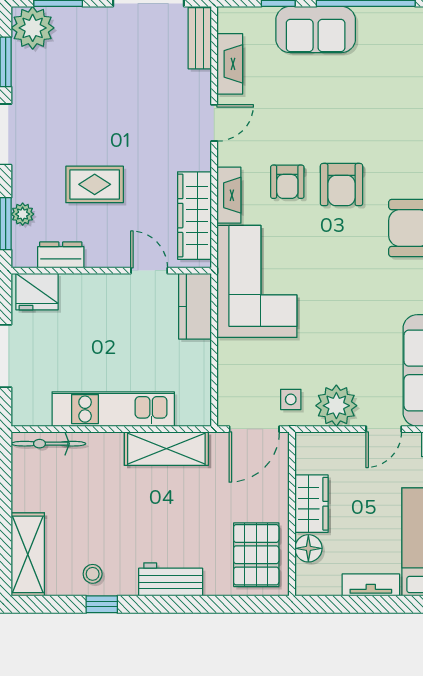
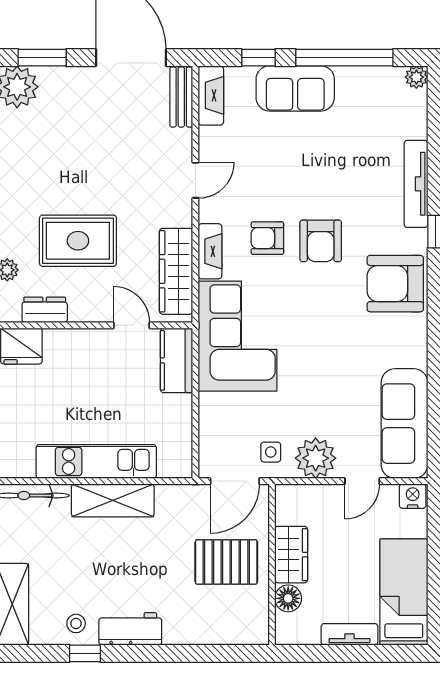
fireplace: (230, 64) -> (211, 95), moved
armchair: (287, 182) -> (267, 238), turned 90
rug: (95, 184) -> (78, 241), width x1.36, depth x1.43
shelving: (166, 449) -> (113, 500), moved
pallet: (256, 555) -> (226, 562), moved, turned 90
workbench: (171, 579) -> (130, 629), moved

